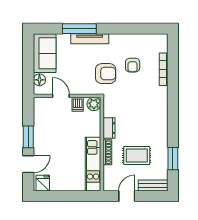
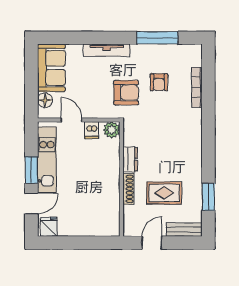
window: (79, 29) -> (157, 38), moved
kitchen unit: (93, 164) -> (47, 160), moved, turned 180

